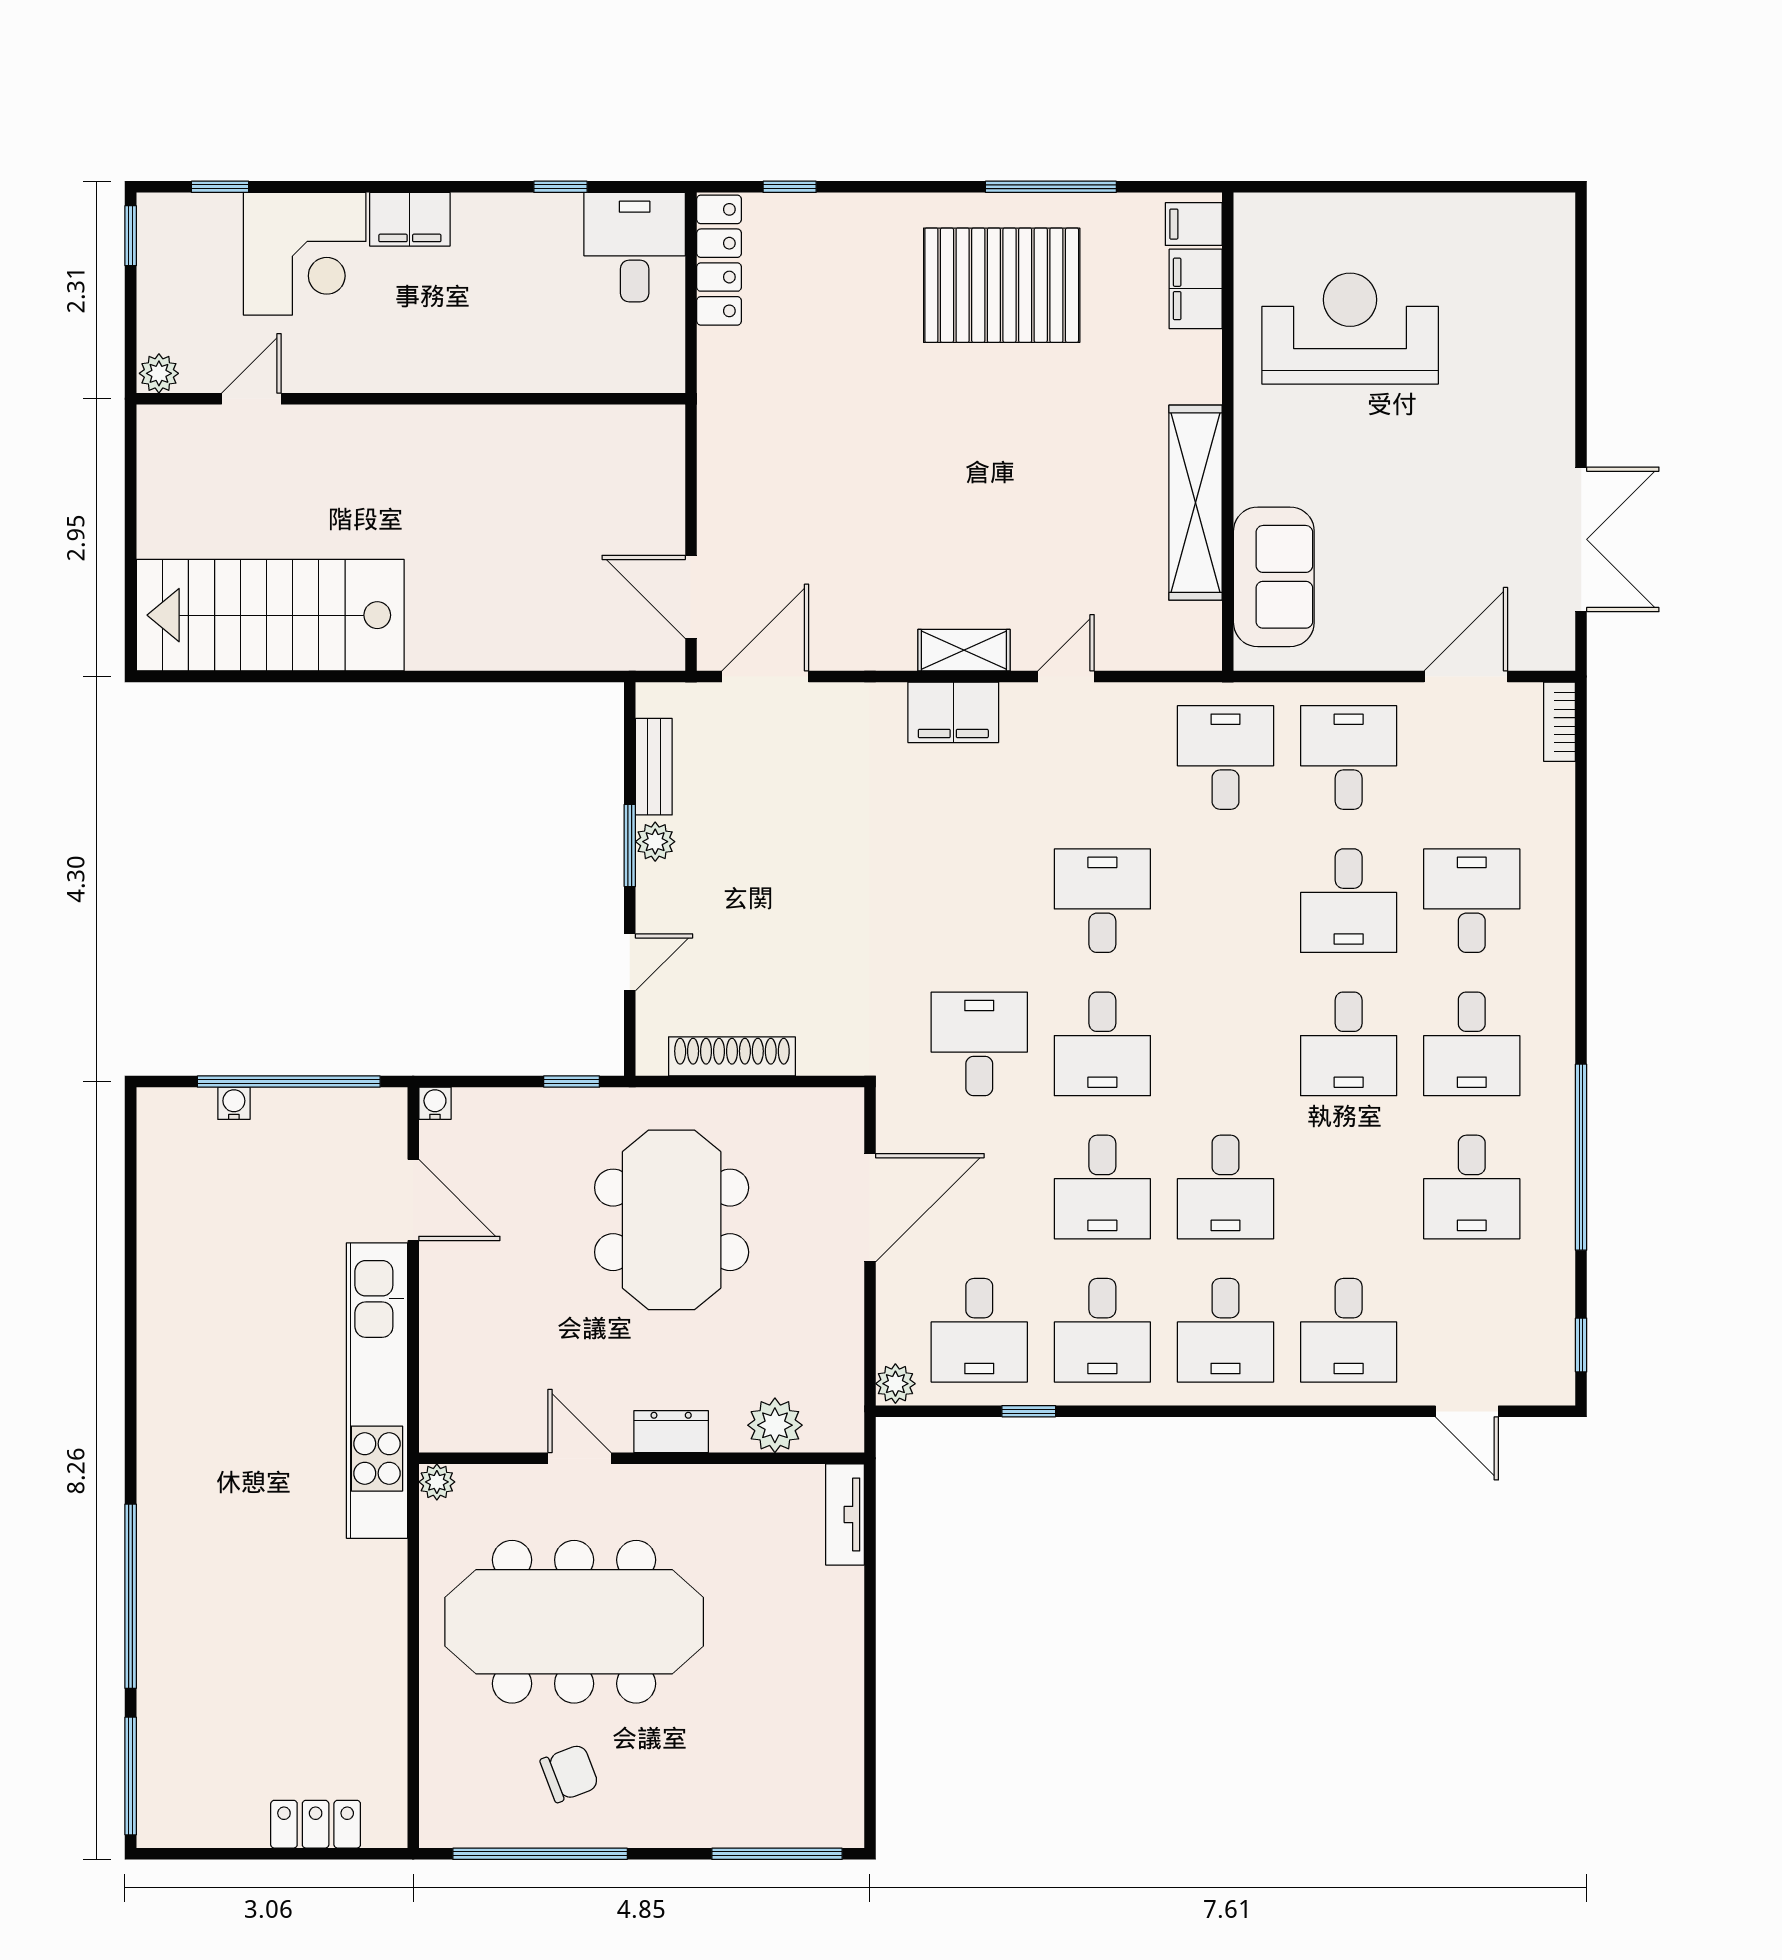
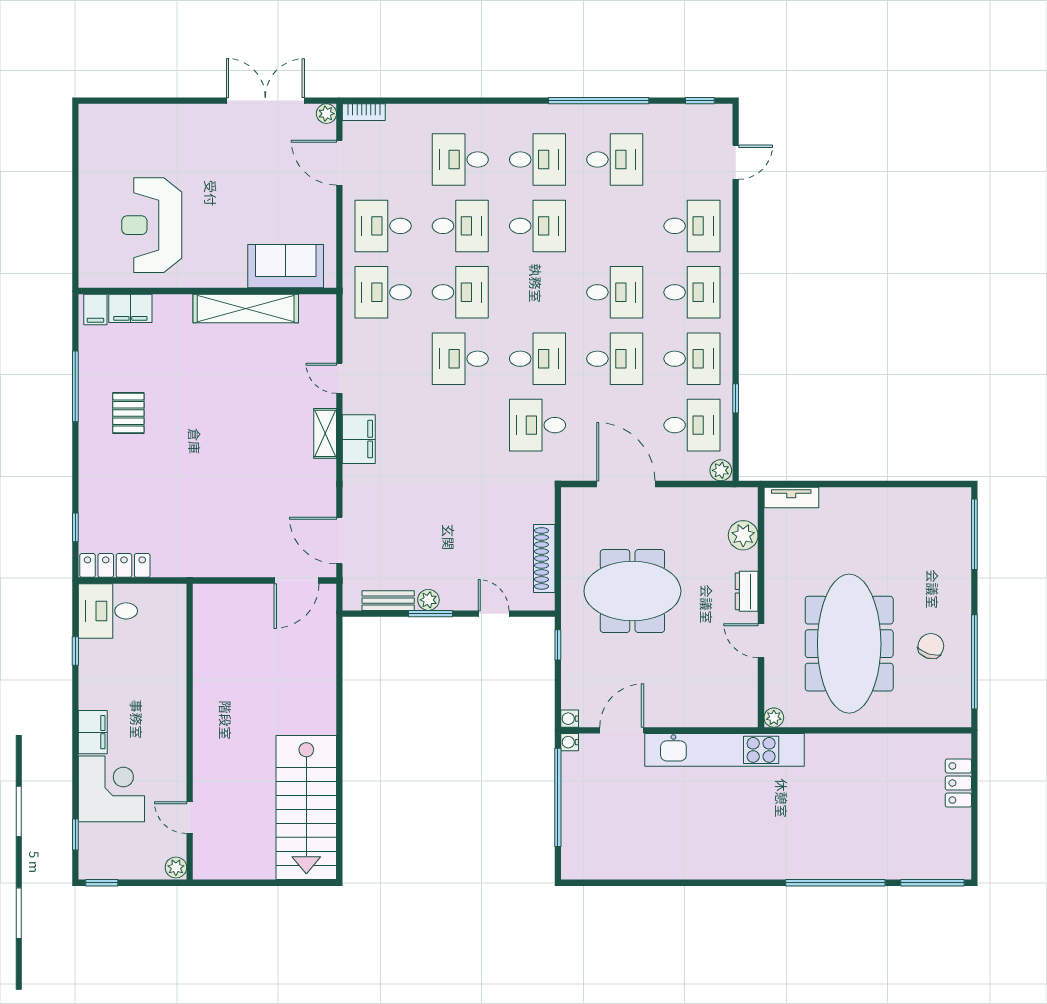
pallet: (1002, 285) -> (128, 413), width x0.49, depth x0.50
plant: (1557, 652) -> (326, 114), added
desk: (1225, 901) -> (460, 292), added
water cooler: (234, 1103) -> (570, 742), moved
door: (580, 1458) -> (761, 641), hinge flipped
chair: (570, 1773) -> (931, 646), turned 39

